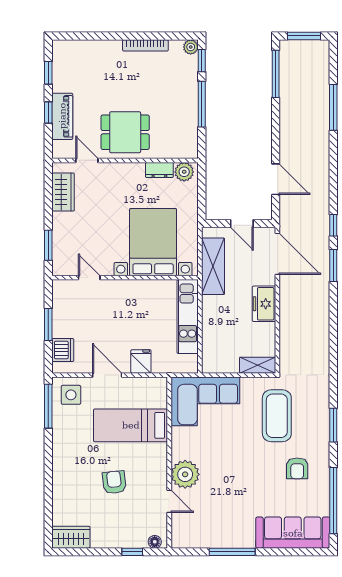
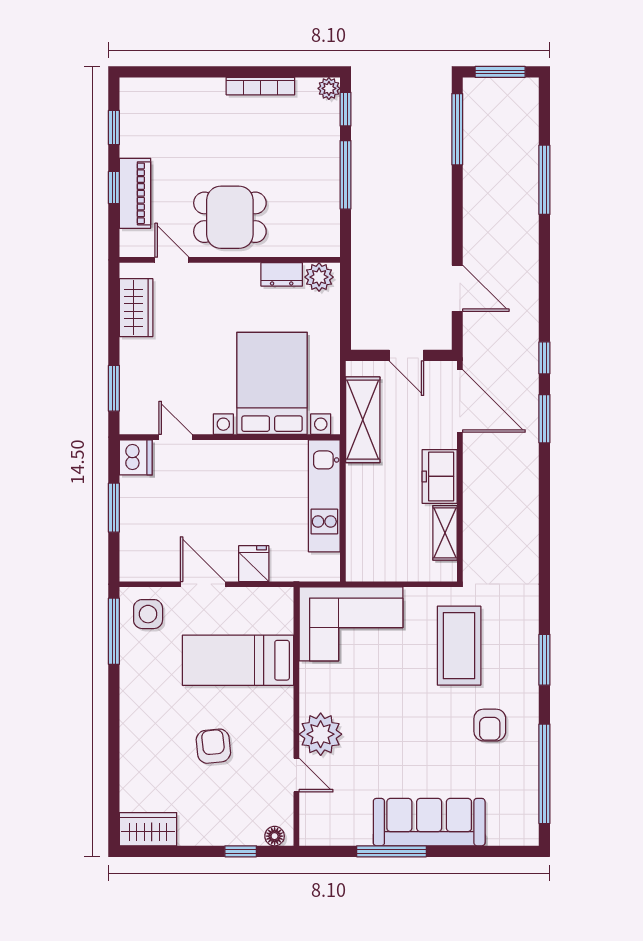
dishwasher: (63, 350) -> (136, 457), moved
shelving: (258, 365) -> (445, 533), moved, turned 90
sofa: (293, 533) -> (429, 822), moved

